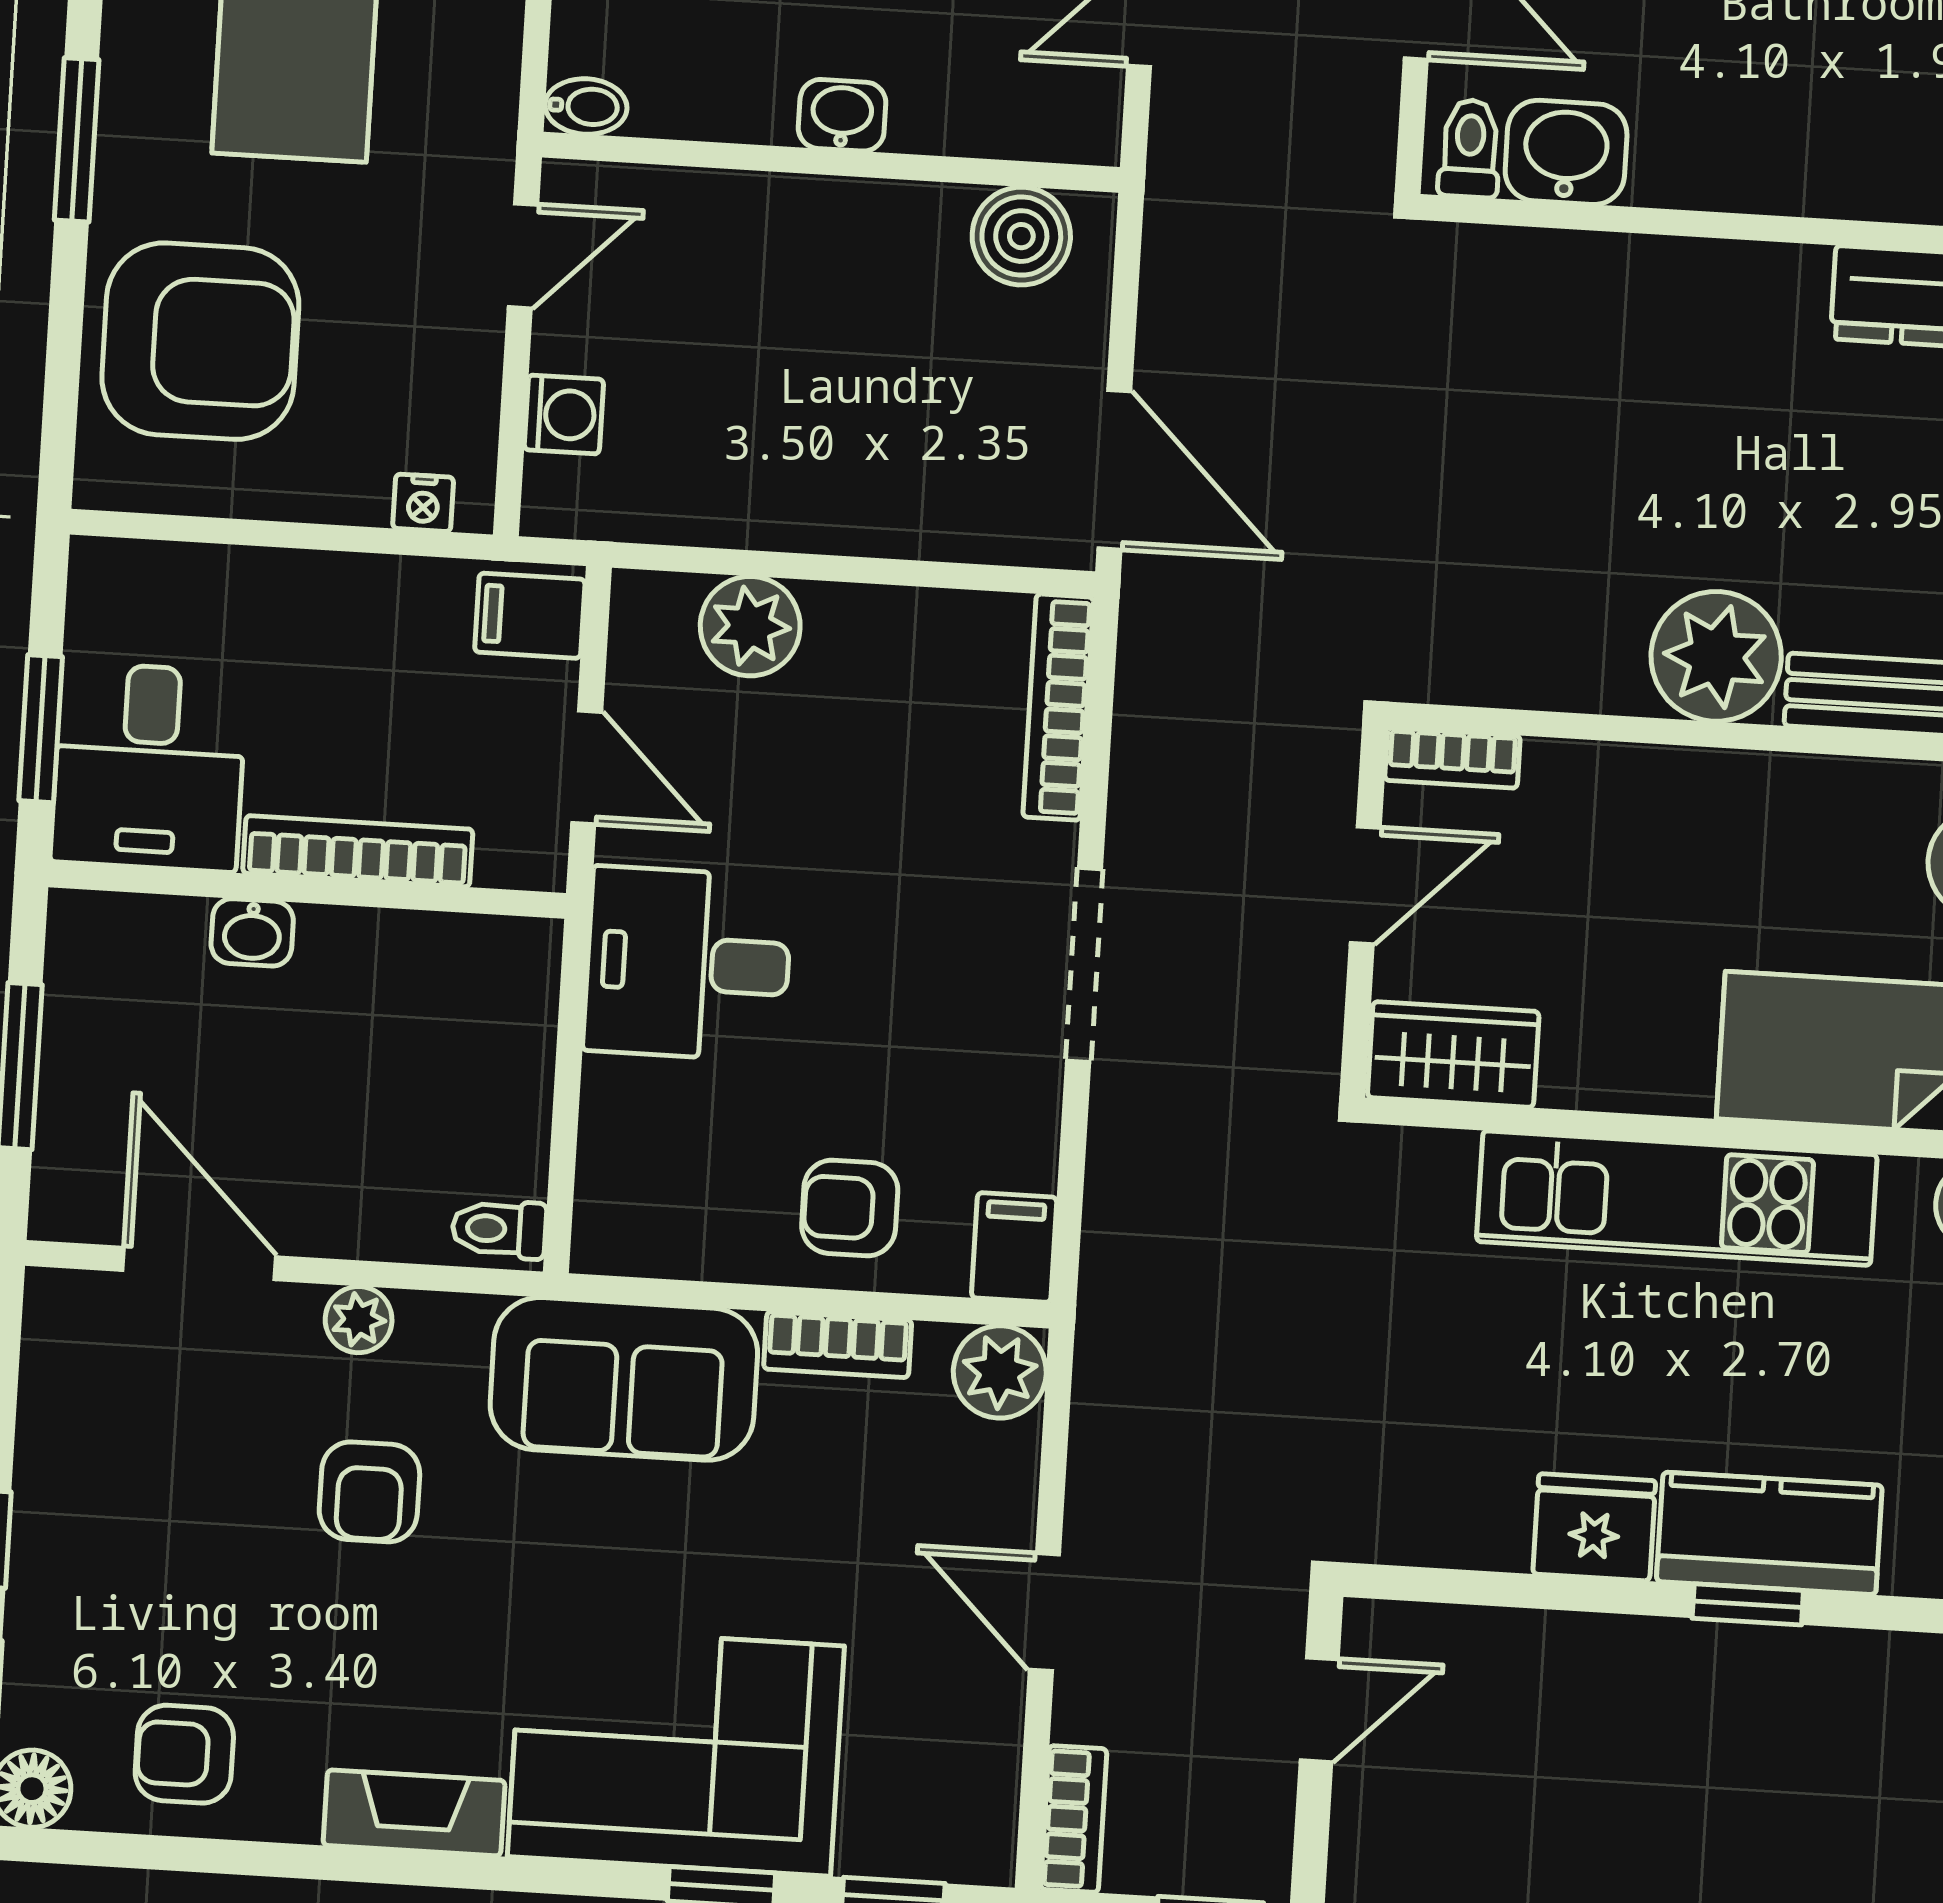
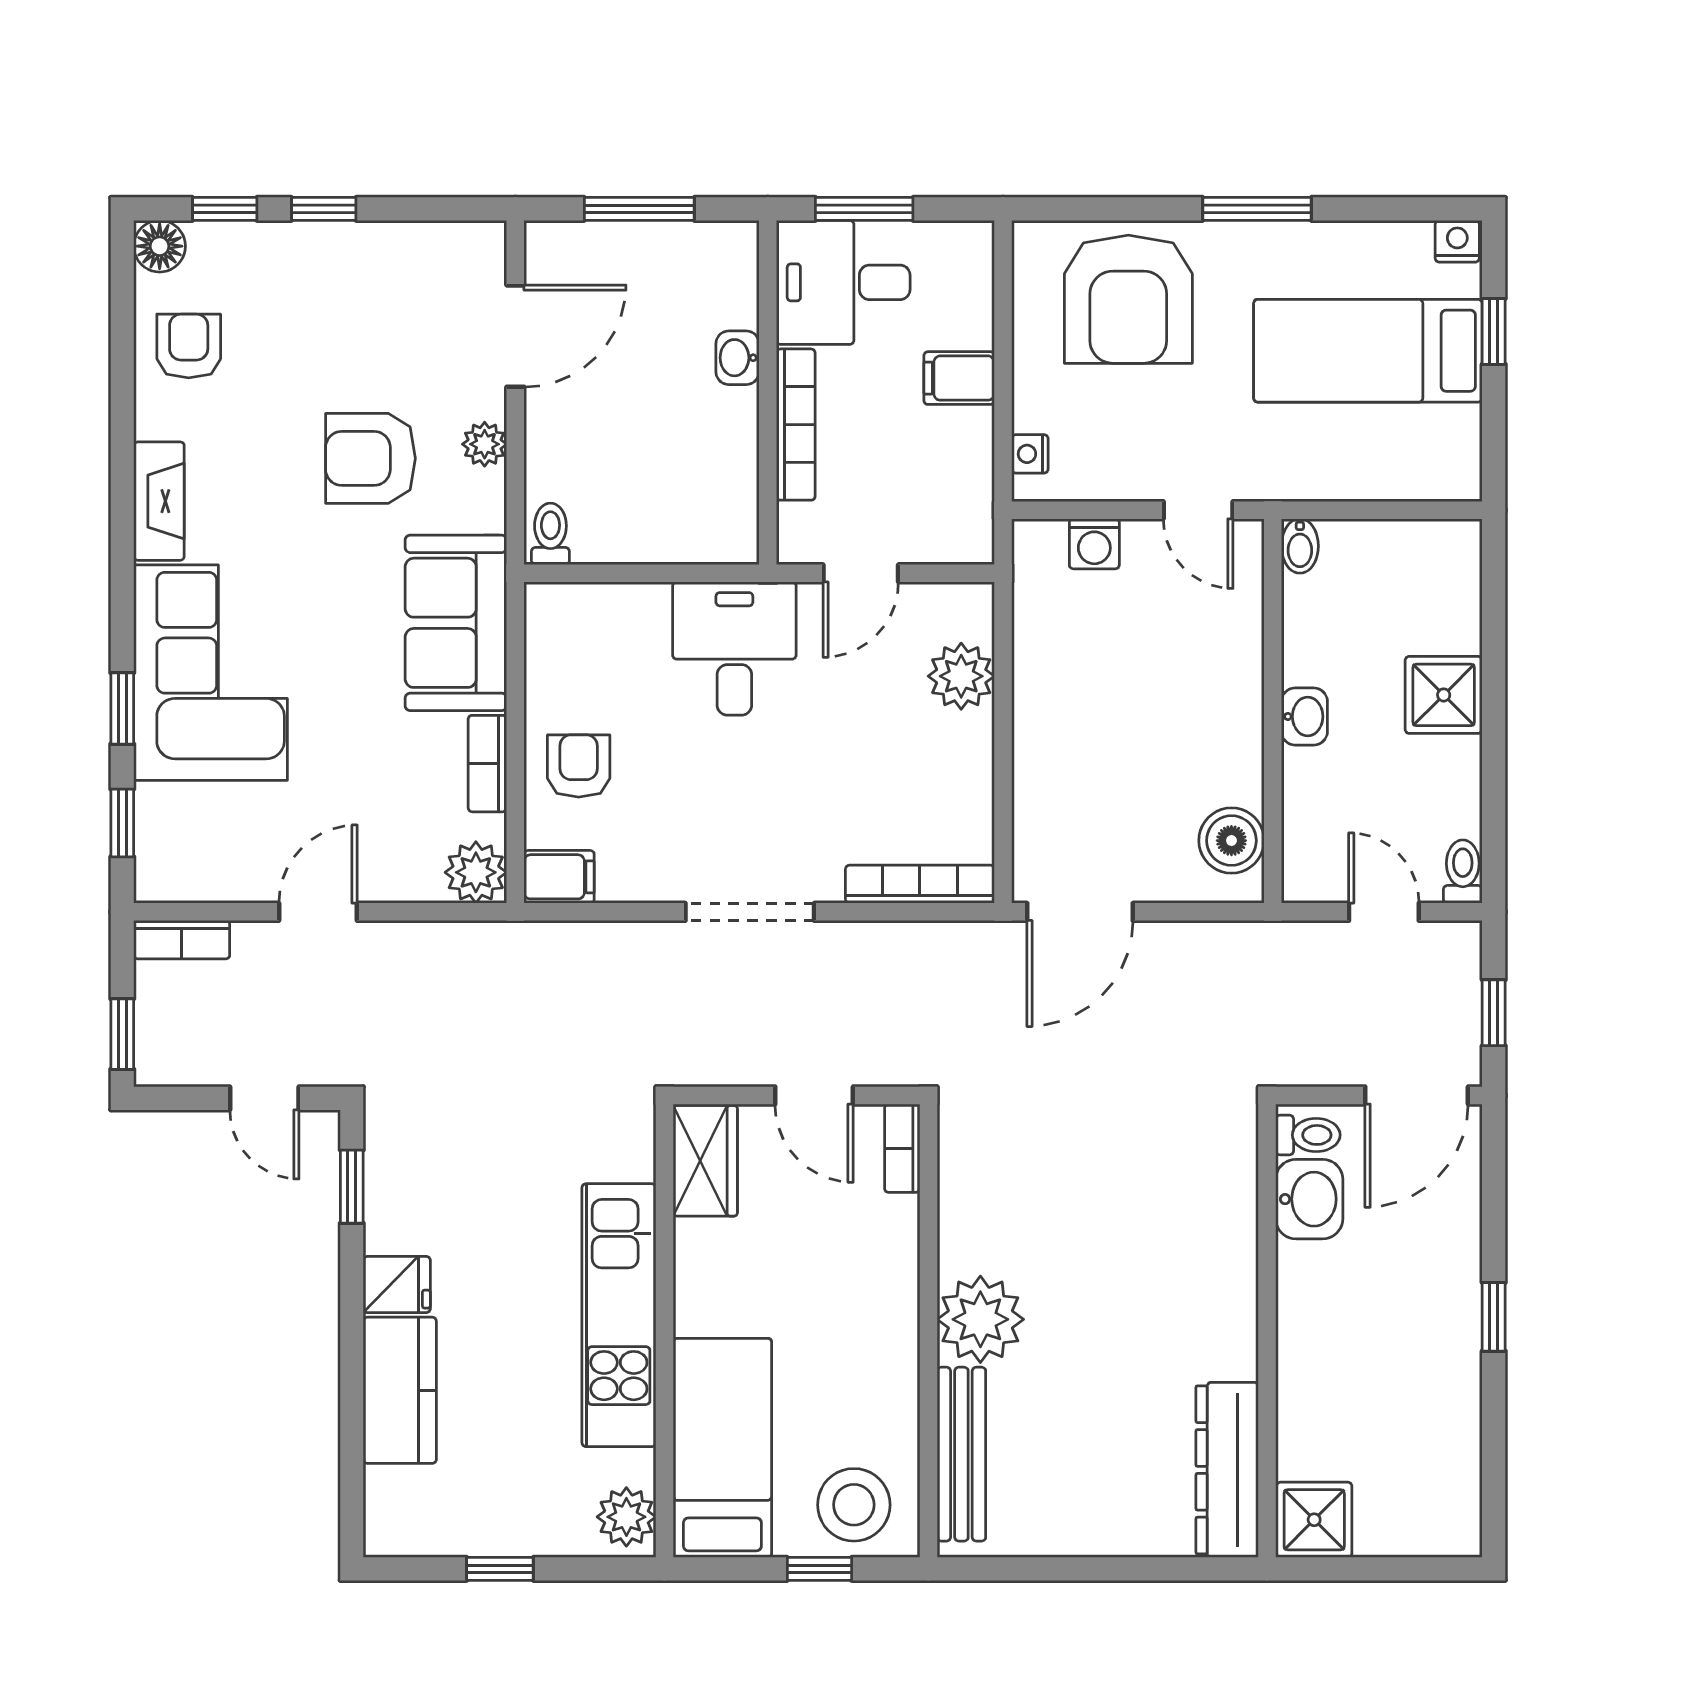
filing cabinet: (530, 616) -> (959, 378), moved, turned -90
armchair: (369, 1492) -> (370, 458), width x1.38, depth x1.38
fridge: (1594, 1527) -> (397, 1284), width x0.72
window: (1748, 1604) -> (352, 1187), moved

